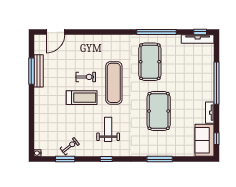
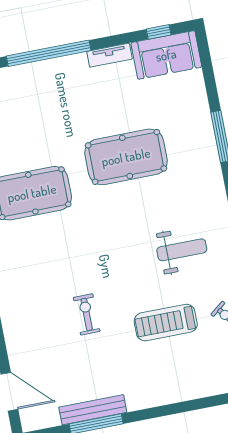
exercise mat: (114, 83) -> (88, 256), removed
treadmill: (82, 98) -> (166, 323), moved, turned -90
weight bench: (108, 129) -> (182, 250), turned 180

